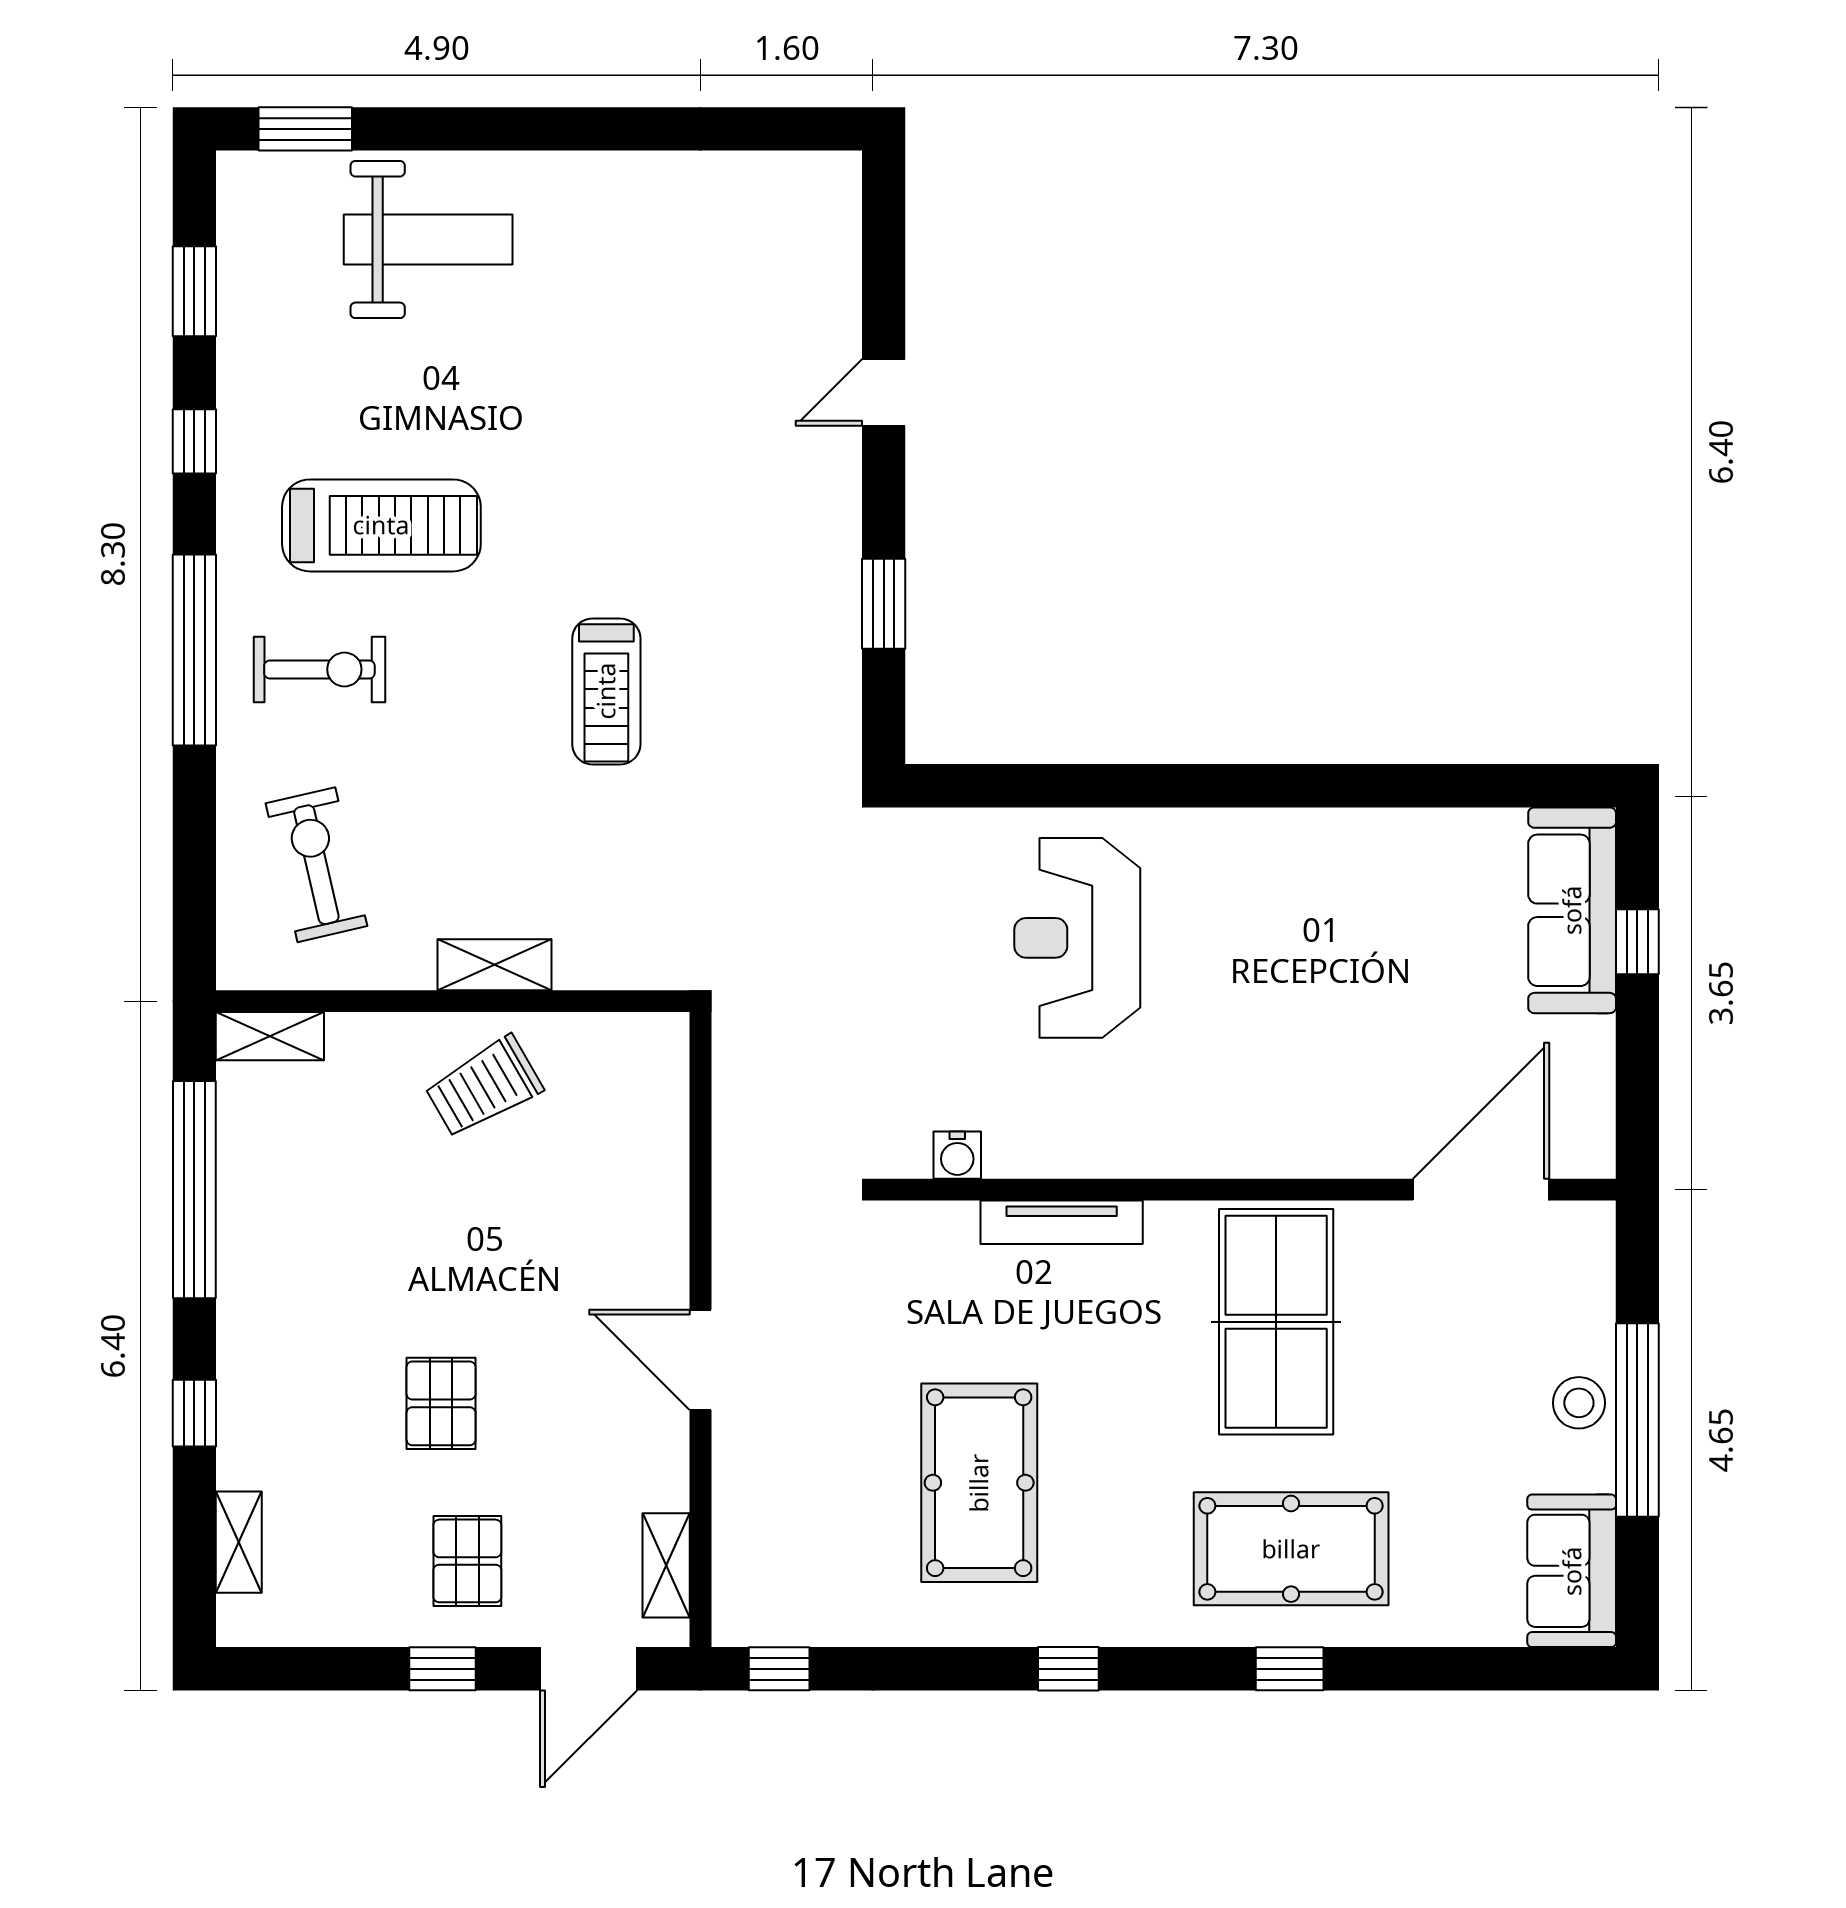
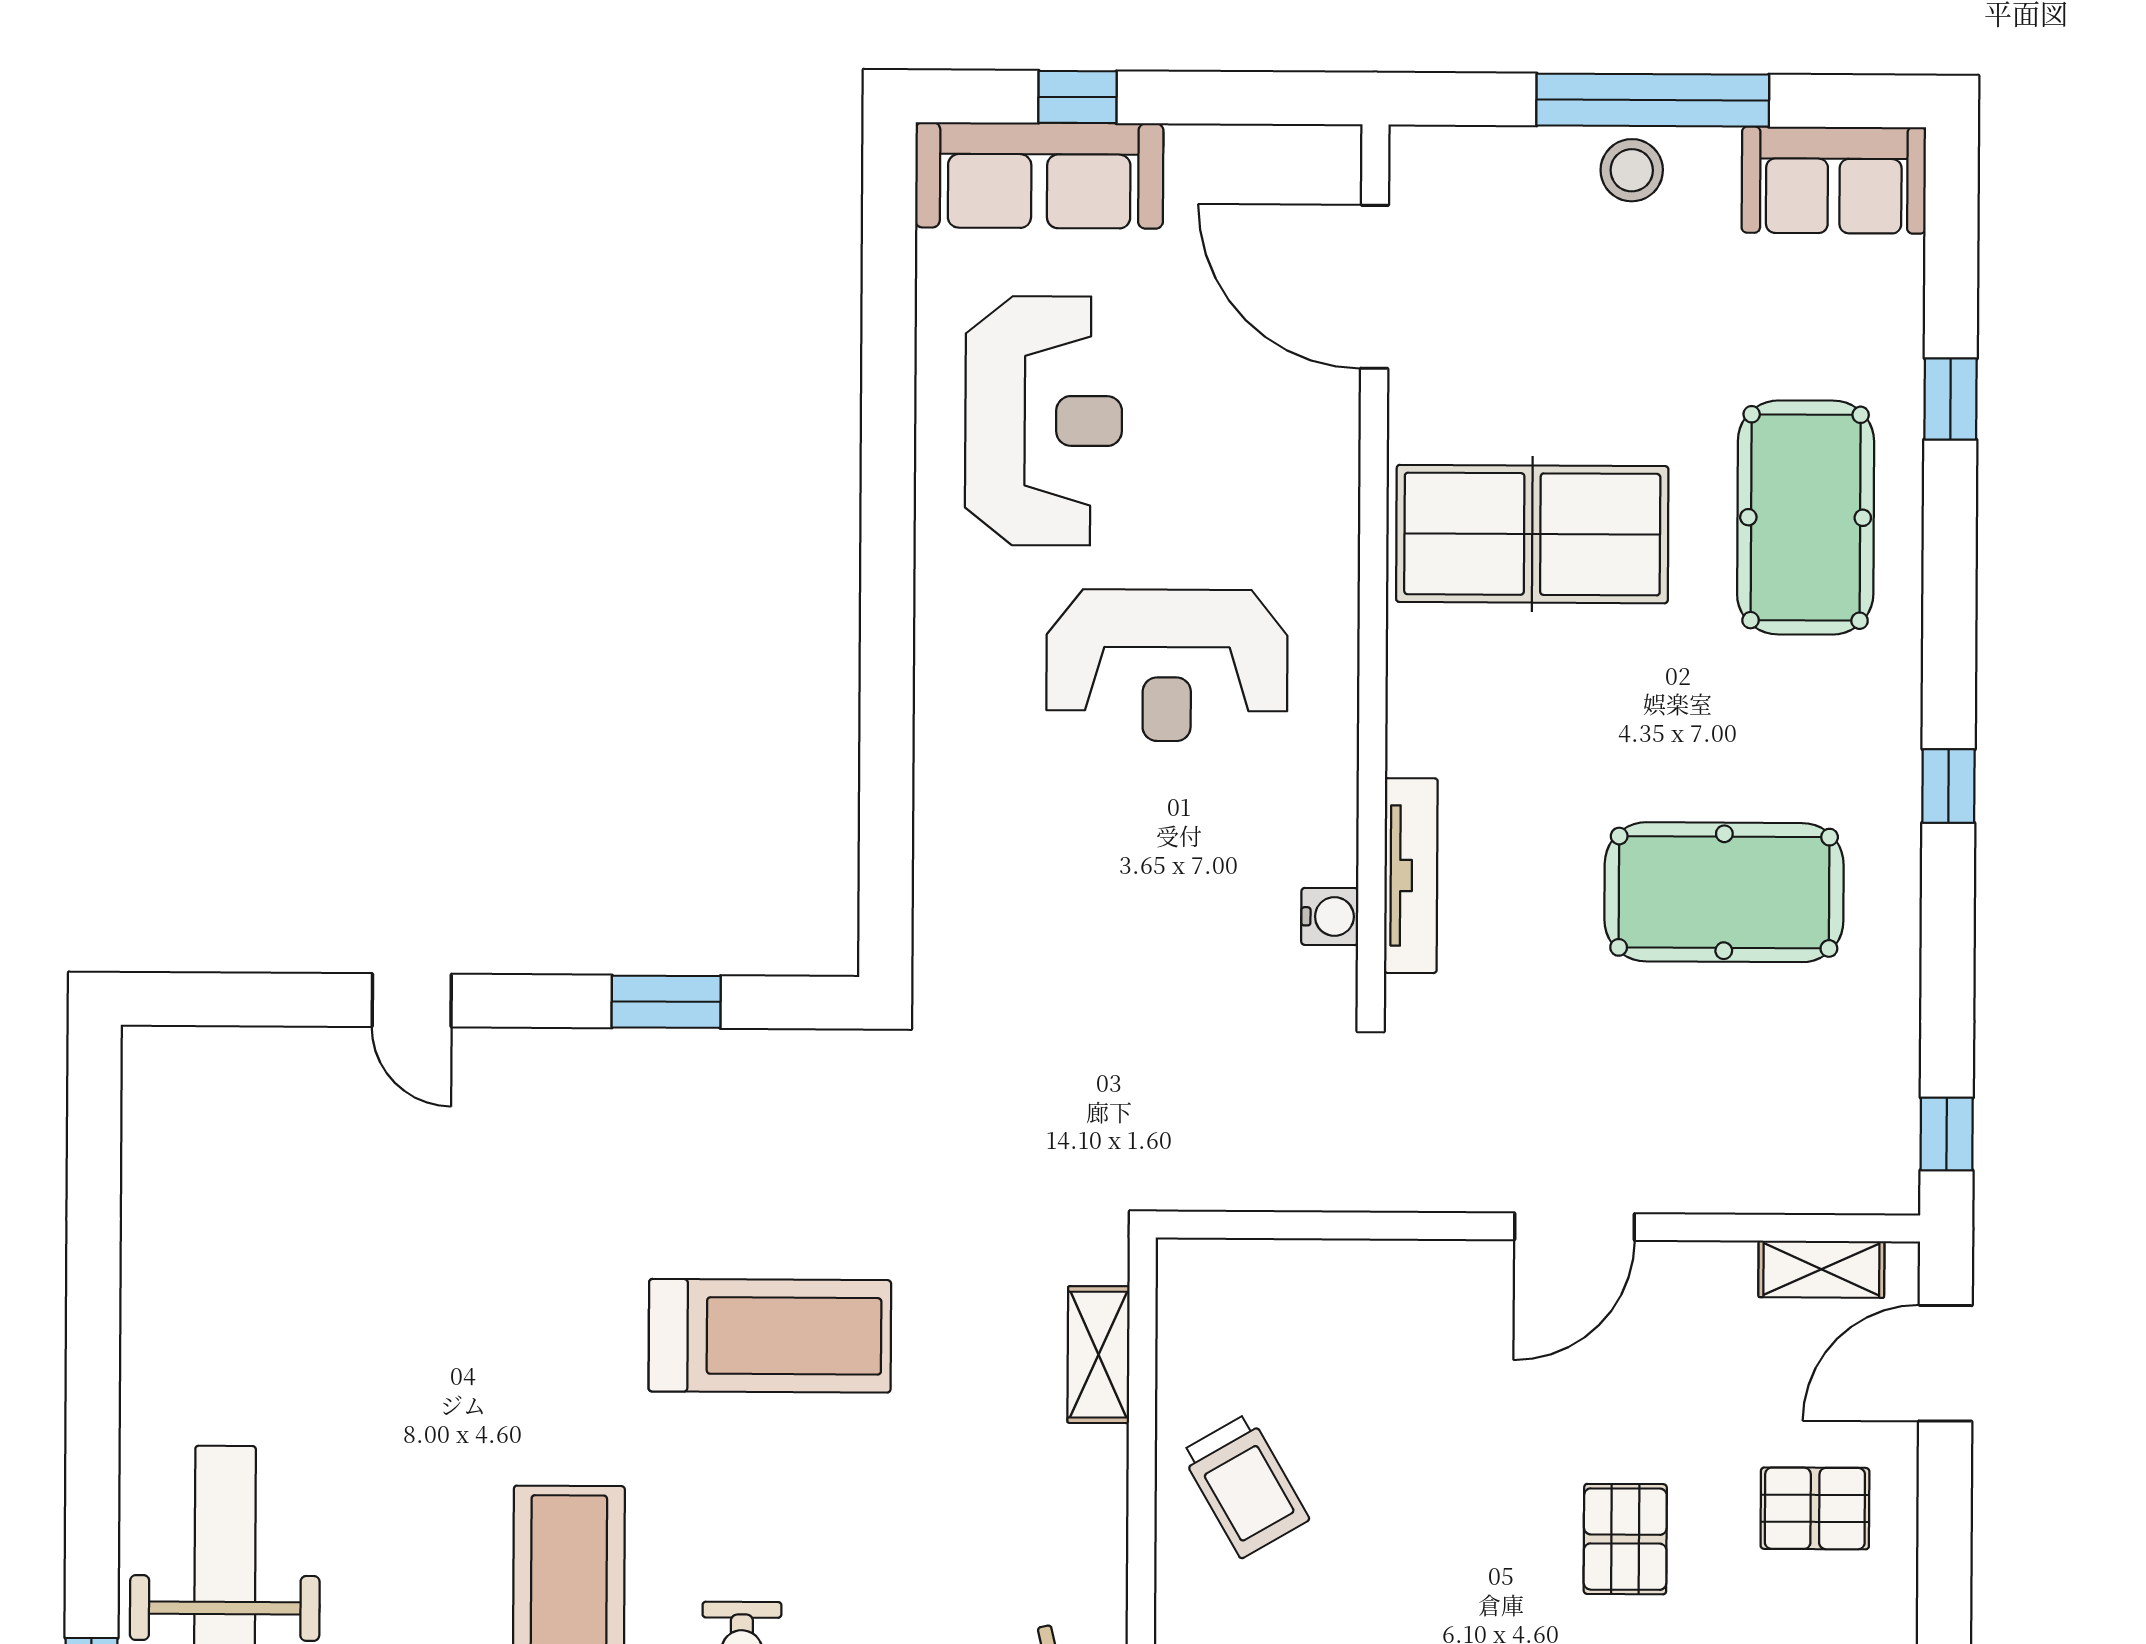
treadmill: (606, 691) -> (770, 1336), width x1.37, depth x1.38
reception desk: (1368, 915) -> (1044, 421), added
reception desk: (1077, 938) -> (1167, 665), moved
shelving: (494, 965) -> (1099, 1355), moved
tv unit: (1062, 1222) -> (1411, 876), moved
pallet: (441, 1403) -> (1625, 1539), turned 90
window: (443, 1669) -> (1945, 1539), removed
door: (589, 1669) -> (1945, 1363), swing flipped
window: (1290, 1669) -> (1950, 399), moved

